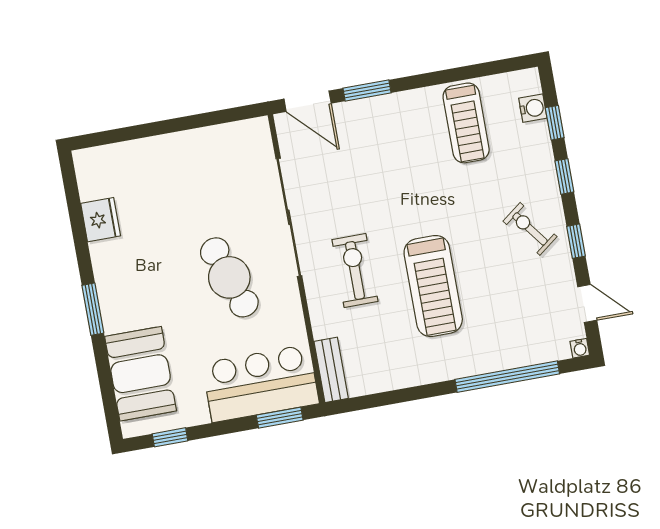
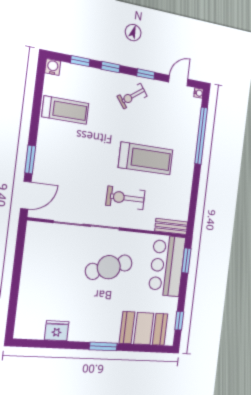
water cooler: (533, 108) -> (53, 67), moved

